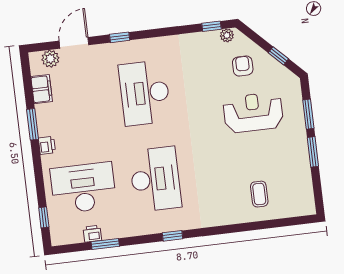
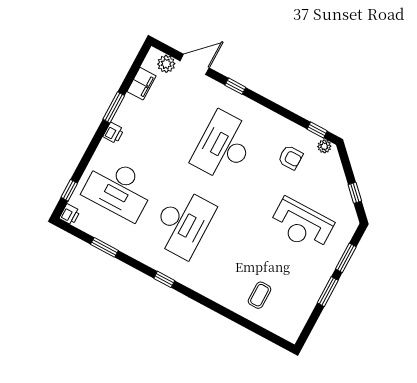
armchair: (243, 66) -> (291, 158), moved, turned 90
reception desk: (253, 112) -> (301, 225), turned 180
desk: (83, 188) -> (119, 189), turned 180
printer: (92, 234) -> (70, 214), moved, turned 90

